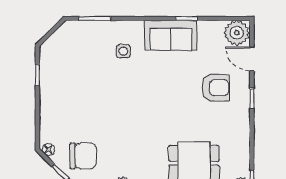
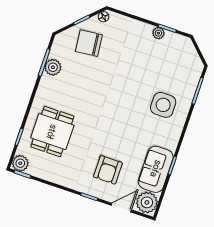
sofa: (171, 35) -> (156, 169), moved
side table: (123, 51) -> (163, 105), width x1.87, depth x1.87
plant: (46, 83) -> (158, 33), added
chair: (83, 156) -> (89, 43), turned 84

